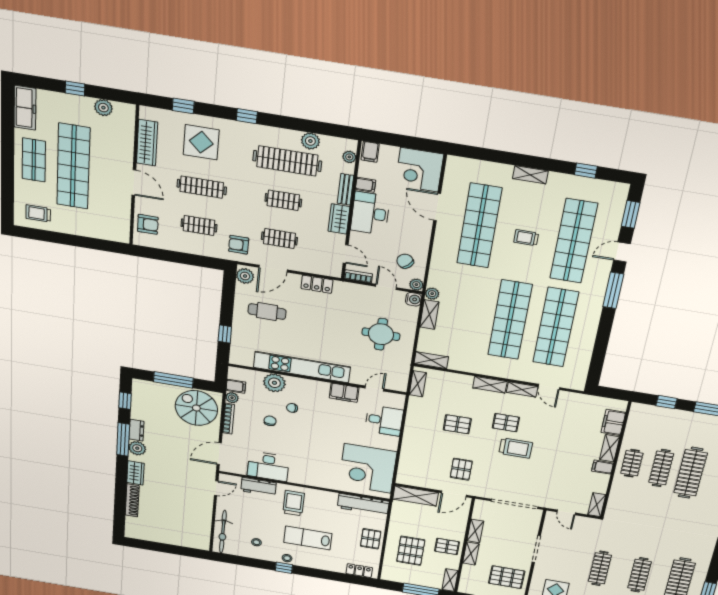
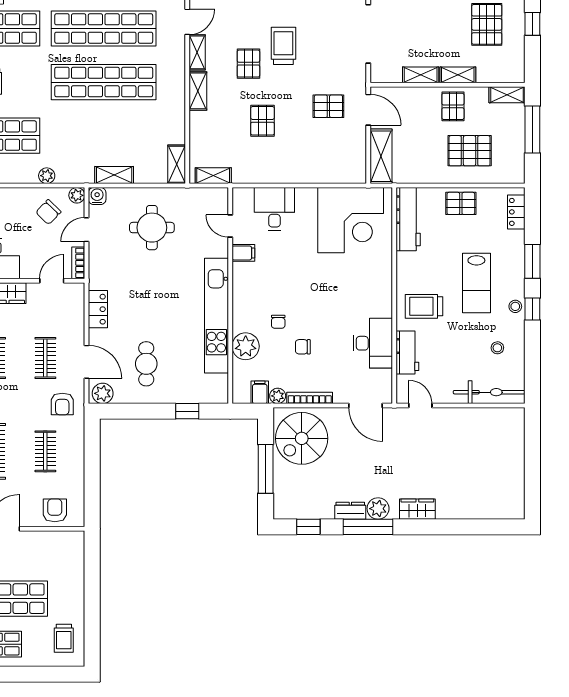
plant: (432, 294) -> (47, 176), moved
filing cabinet: (344, 393) -> (243, 253), width x0.50
shoe rack: (132, 500) -> (462, 511), removed
window: (320, 574) -> (532, 261), added

